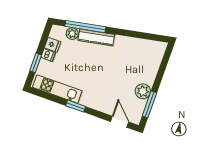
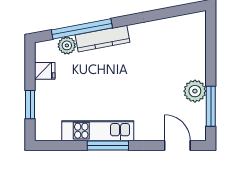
dishwasher: (48, 55) -> (44, 88), removed
kitchen unit: (57, 89) -> (98, 131), moved
window: (76, 106) -> (108, 145), width x1.44

